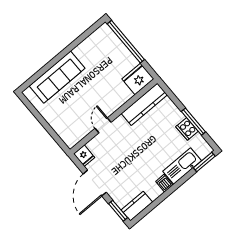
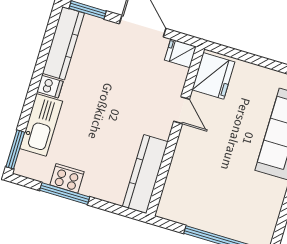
fridge: (138, 79) -> (213, 76), moved
kitchen counter: (137, 206) -> (63, 43), width x1.50

